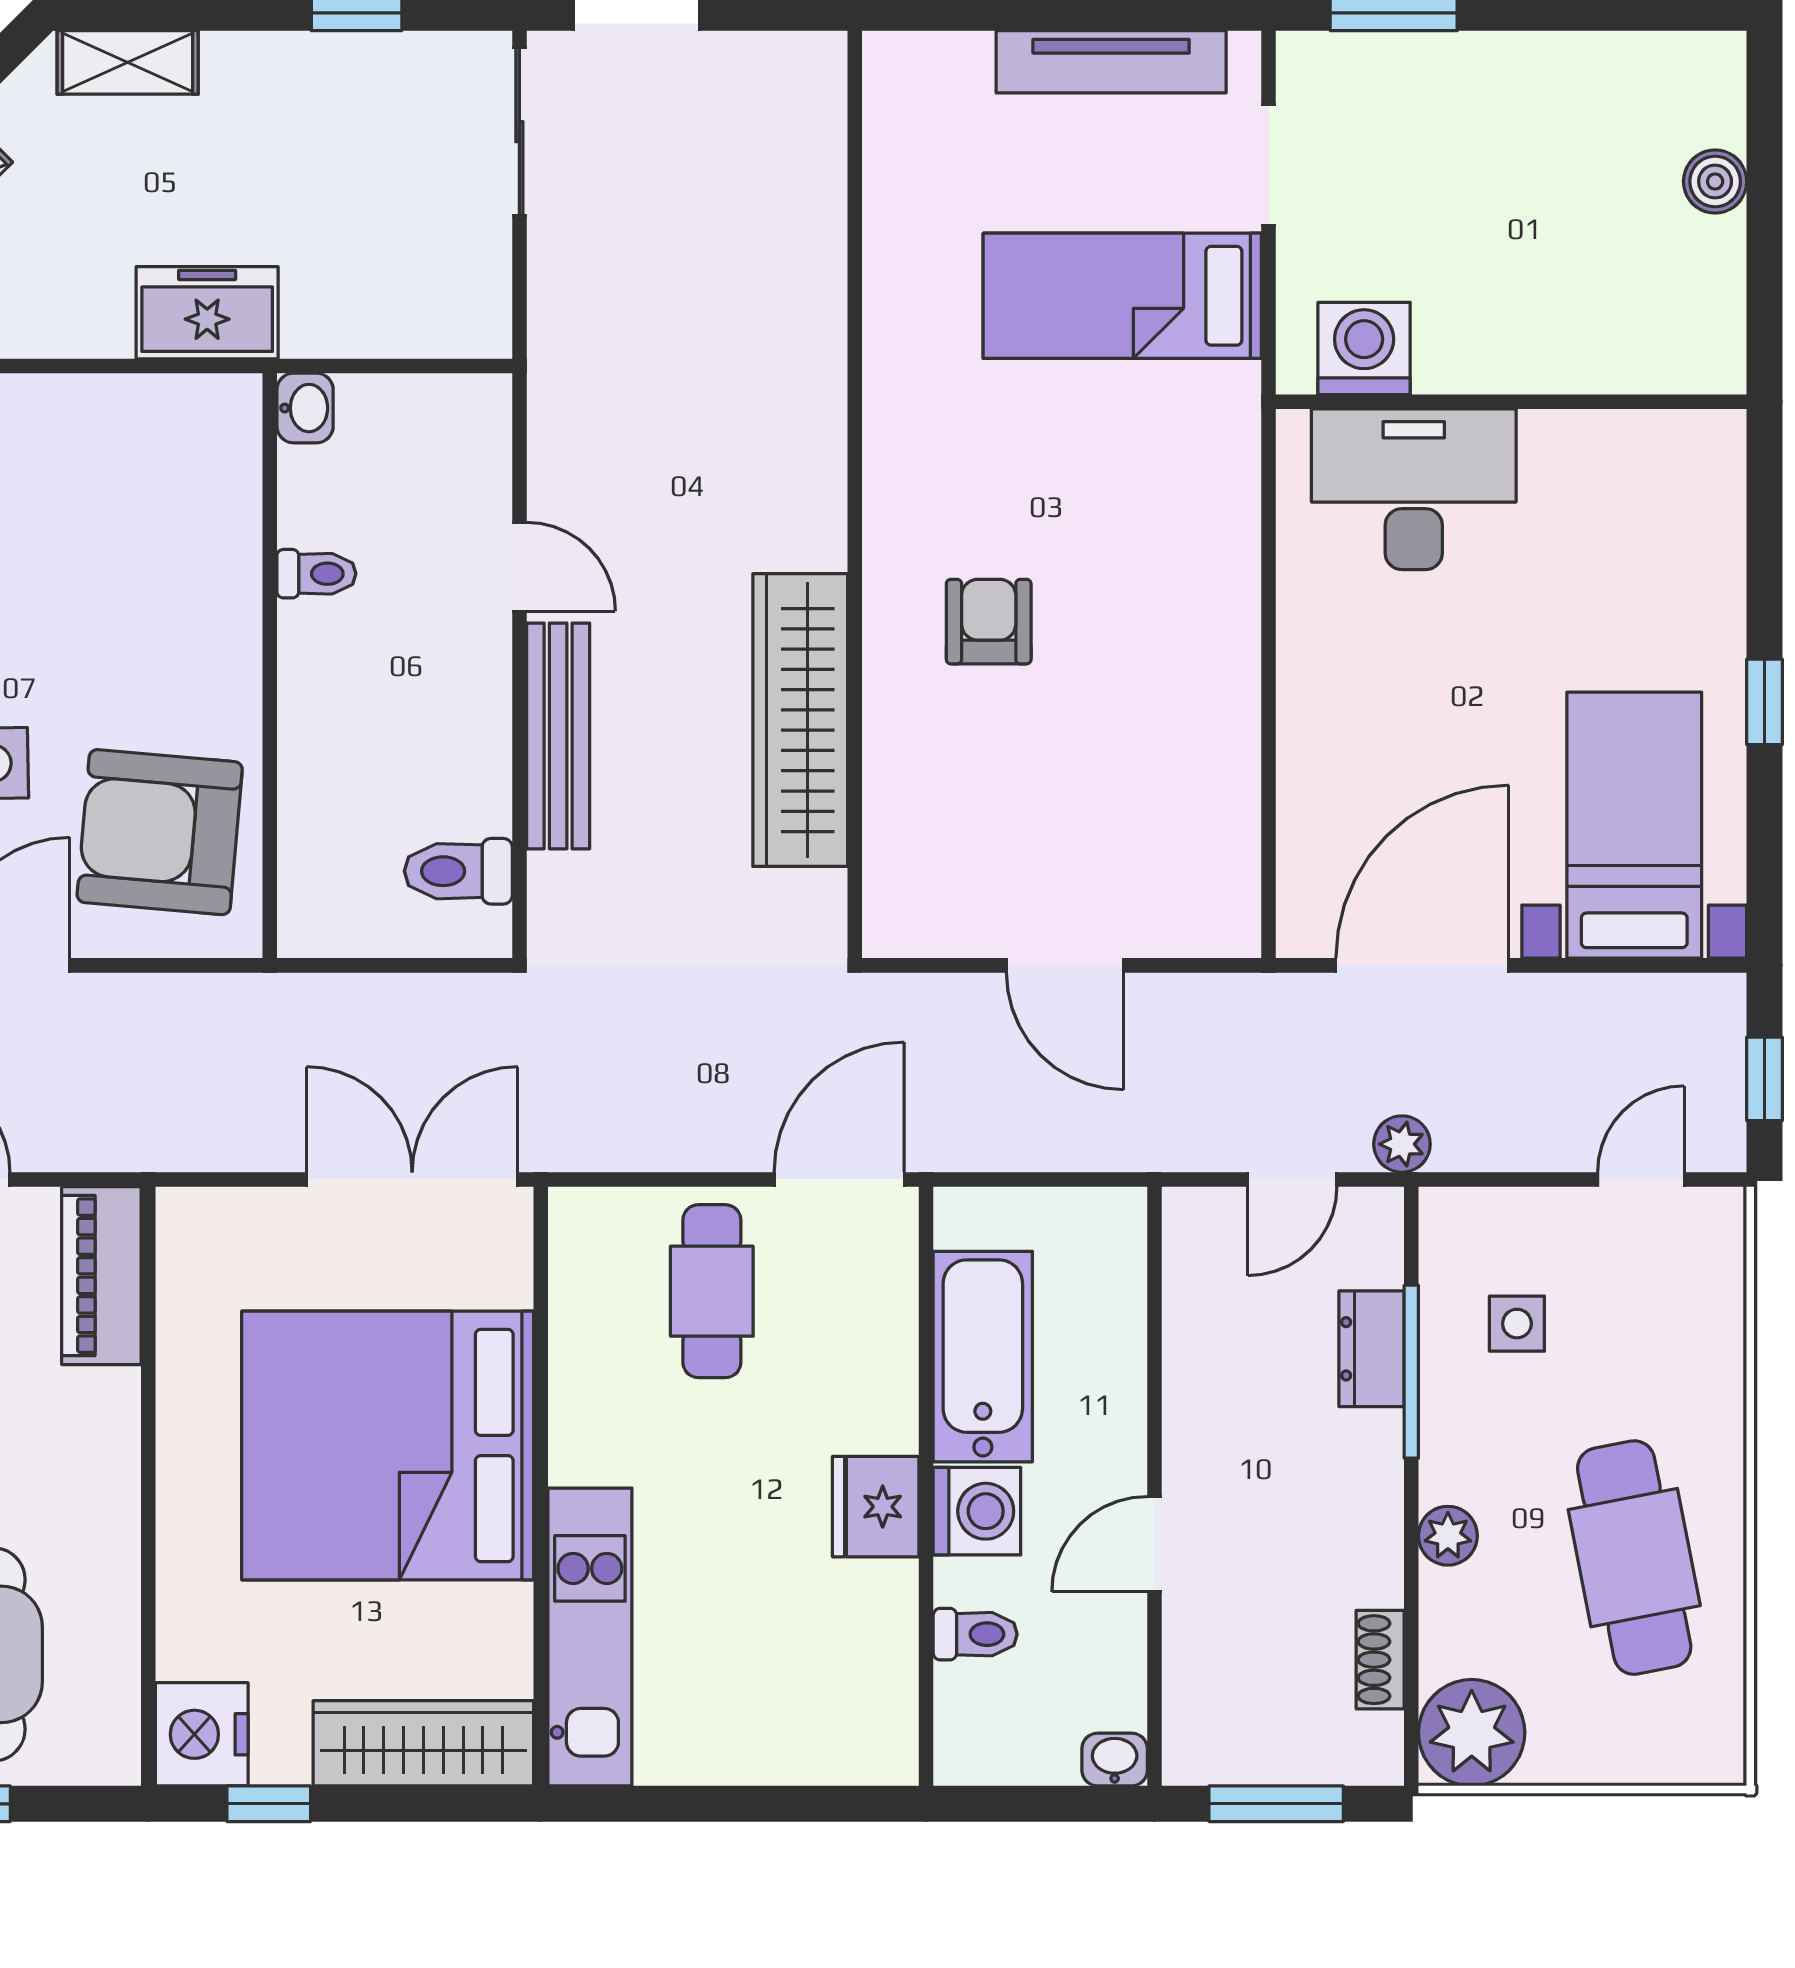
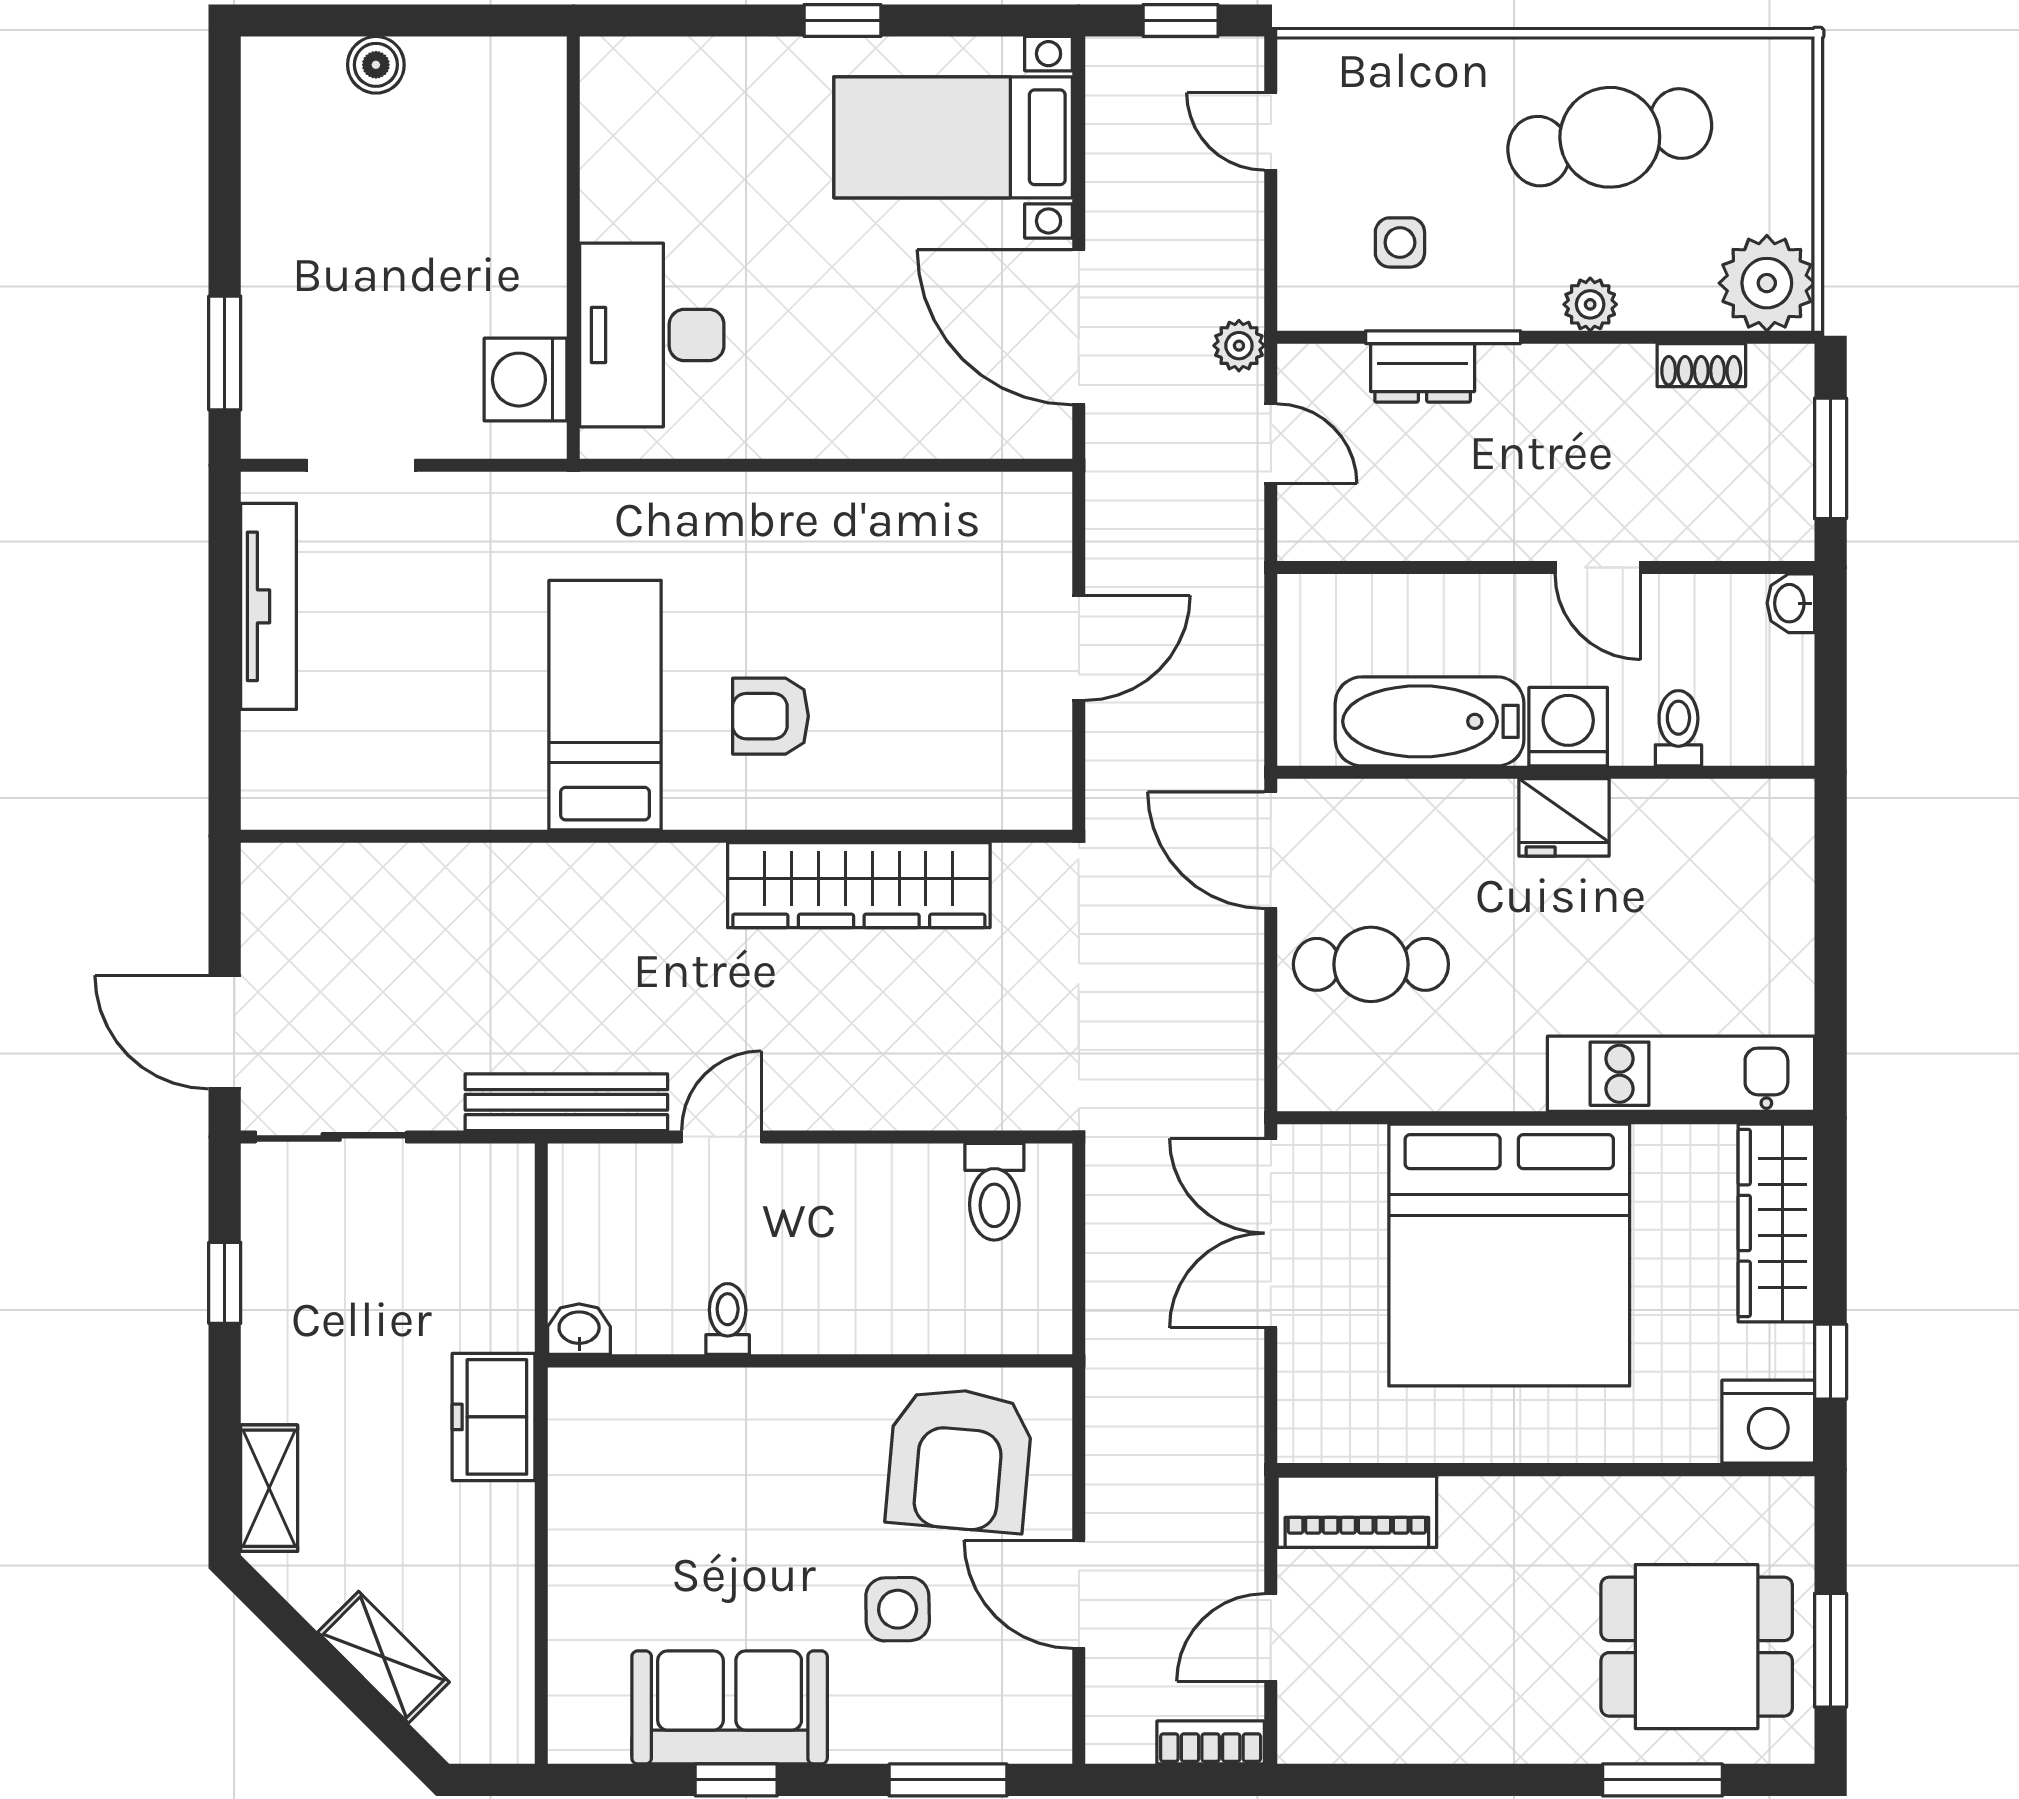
bed: (1122, 296) -> (605, 705), moved, turned 180
bench: (558, 736) -> (566, 1102), moved

